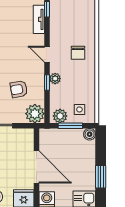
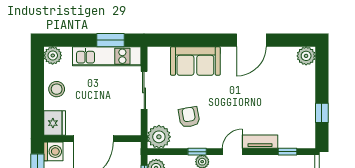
tv unit: (39, 19) -> (260, 142), moved

